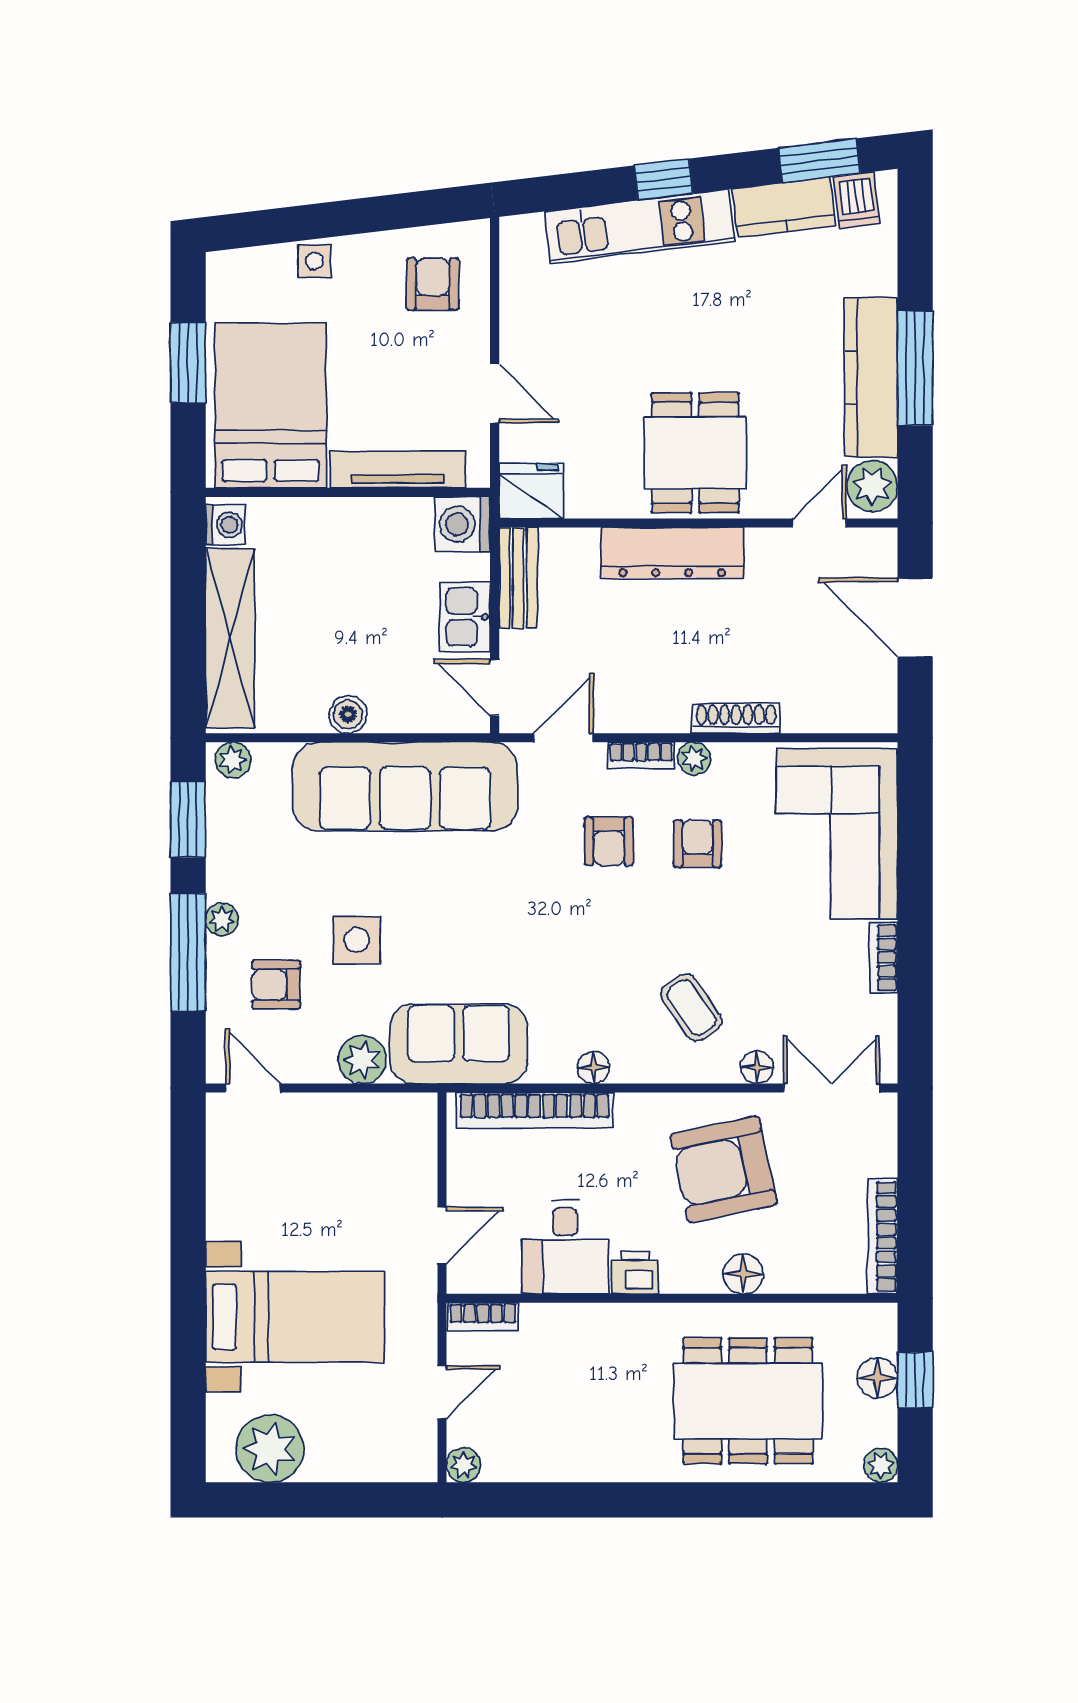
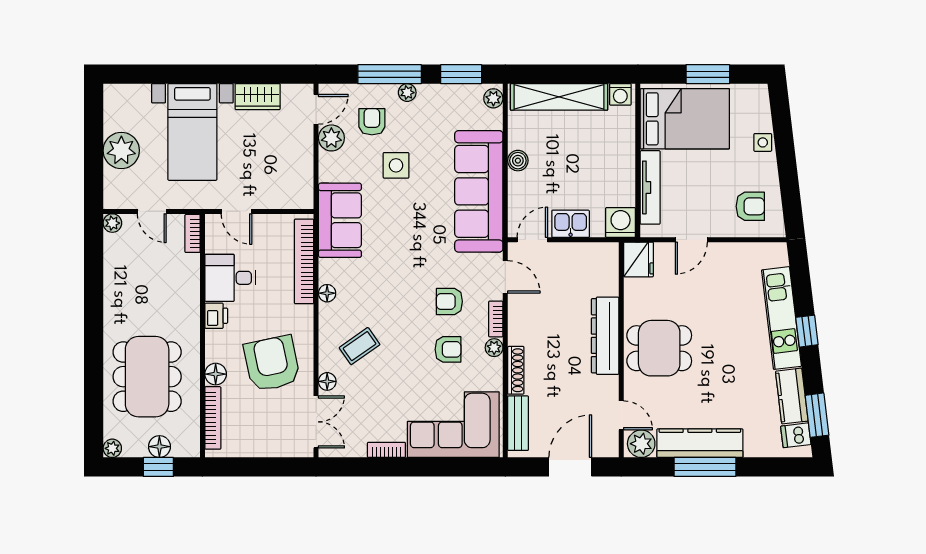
bench: (518, 578) -> (518, 423), moved, turned 90
plant: (362, 1060) -> (331, 138), moved
wardrobe: (230, 1196) -> (258, 97), added
bookcase: (883, 1236) -> (213, 418), moved, turned 90
plant: (270, 1449) -> (121, 150), moved

